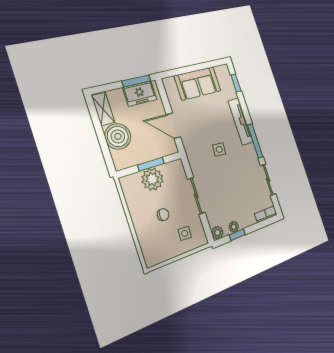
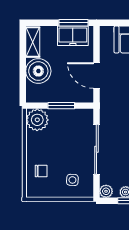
plant: (152, 179) -> (37, 120), moved
sliding door: (196, 196) -> (96, 149), width x1.37
chair: (163, 215) -> (41, 171), moved

